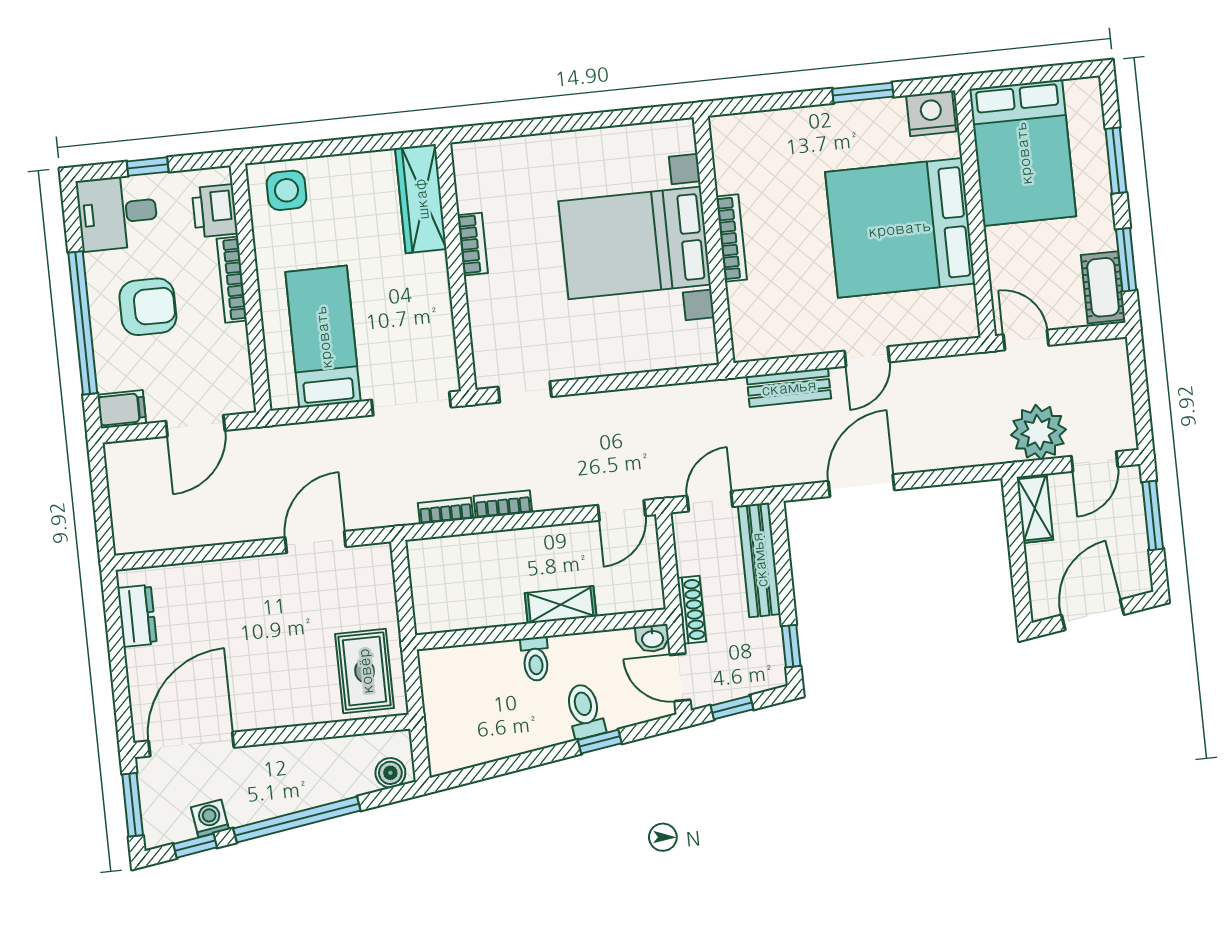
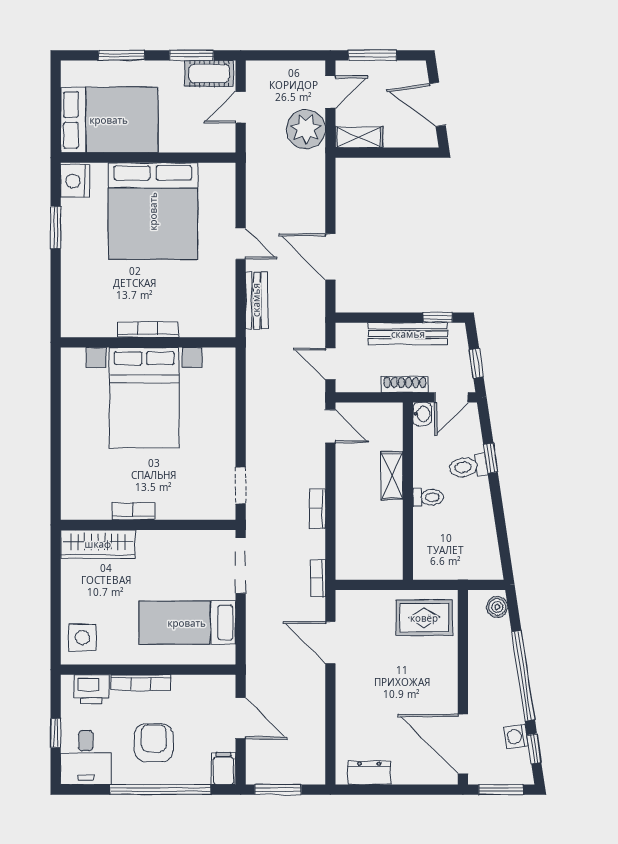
door: (1026, 340) -> (241, 107), moved
door: (1095, 462) -> (330, 92), hinge flipped
window: (100, 489) -> (278, 790), added
bookcase: (445, 511) -> (318, 578), moved
bench: (759, 560) -> (408, 334), moved

